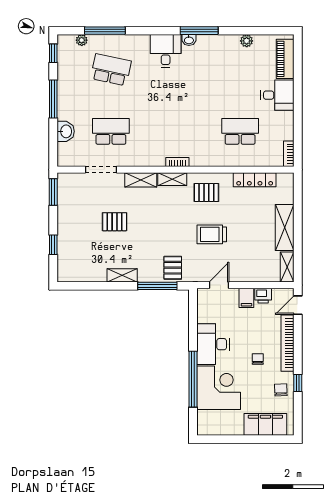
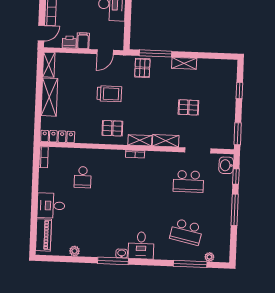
window: (53, 53) -> (236, 176), moved
washbasin: (66, 131) -> (226, 165), moved
school desk: (240, 131) -> (83, 177), width x0.54
locker: (255, 180) -> (58, 136), moved

